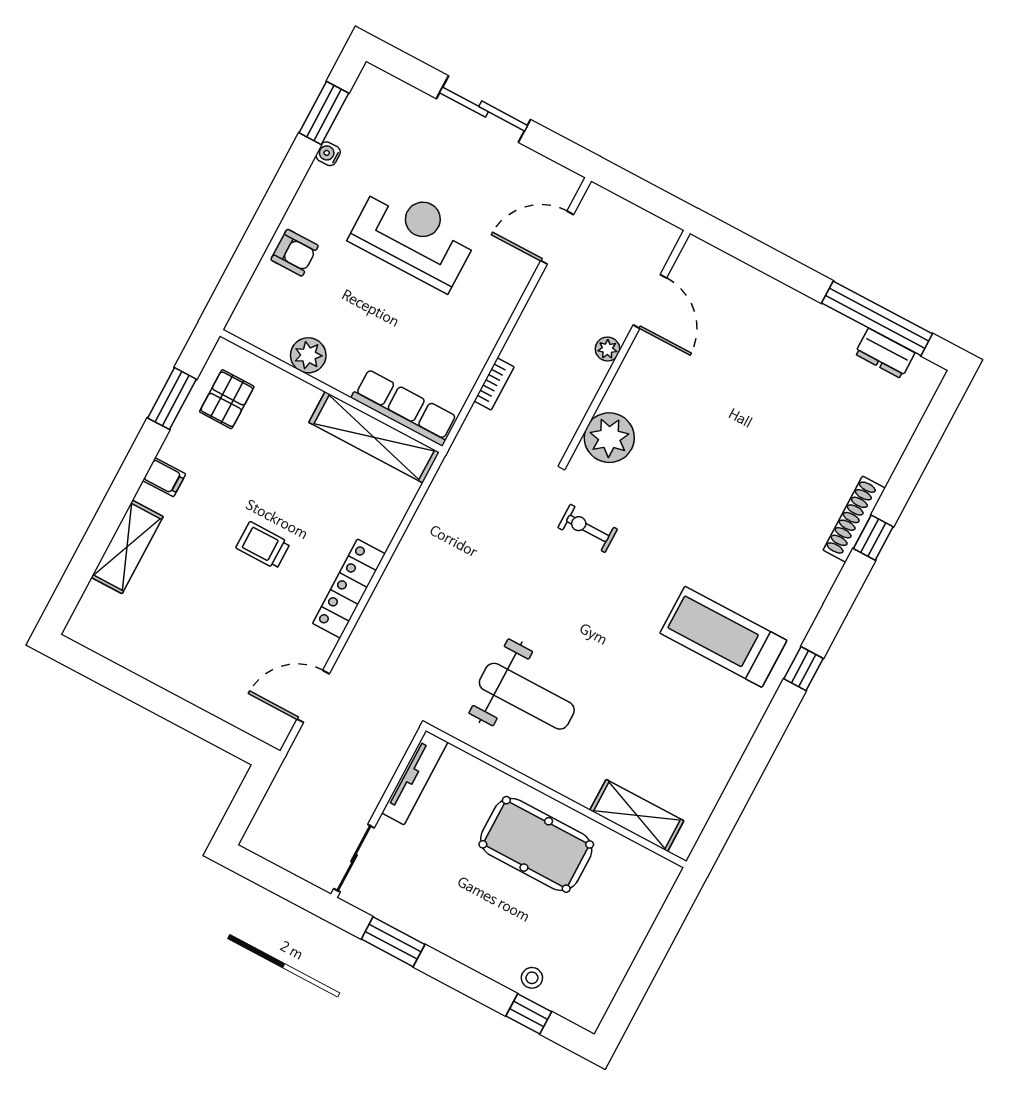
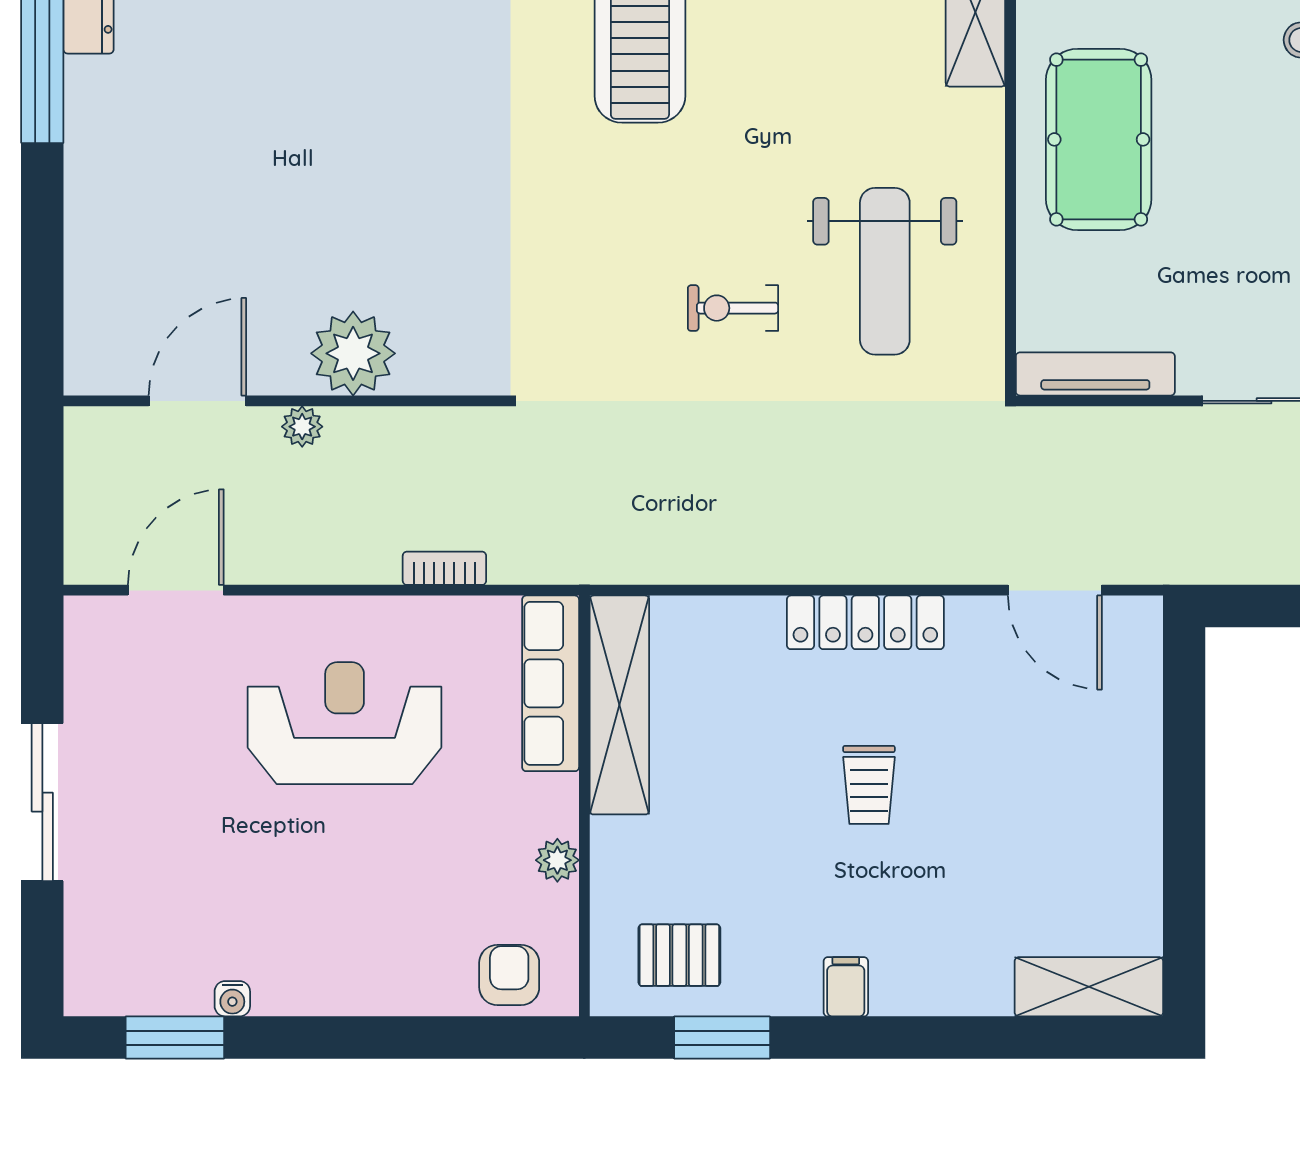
reception desk: (414, 236) -> (345, 723), moved, turned 90
door: (557, 238) -> (176, 590), swing flipped
armchair: (295, 253) -> (509, 975), moved
plant: (308, 355) -> (557, 860), width x0.73, depth x0.73
plant: (609, 438) -> (353, 353), moved
exercise bike: (588, 528) -> (733, 308), moved, turned 90
shelving: (127, 547) -> (1089, 987), moved
weight bench: (527, 696) -> (885, 271), turned 180

